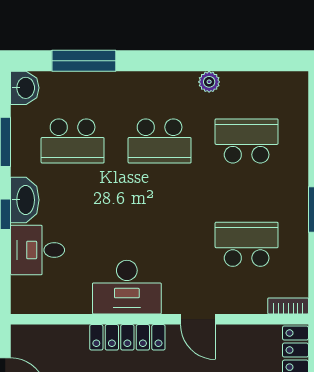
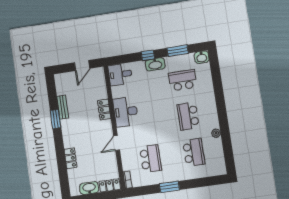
window: (84, 61) -> (217, 80), removed
school desk: (73, 141) -> (183, 80), turned 90
desk: (38, 250) -> (120, 74), moved, turned -90
locker: (127, 337) -> (104, 110), width x0.66

